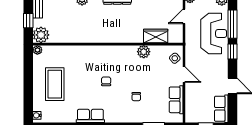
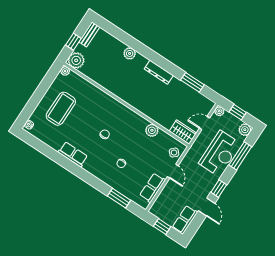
wardrobe: (156, 36) -> (183, 132), moved
window: (232, 52) -> (219, 189), moved

